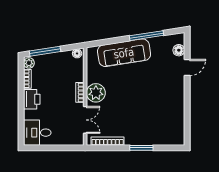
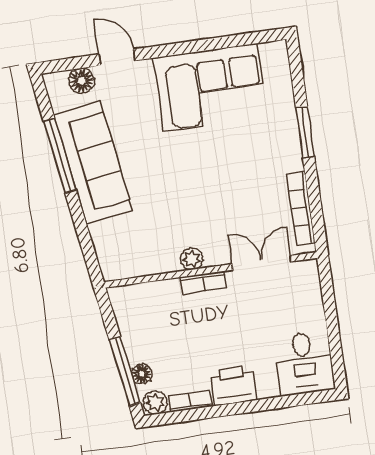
floor lamp: (77, 53) -> (142, 374), moved
sofa: (124, 53) -> (93, 162), moved
plant: (96, 93) -> (192, 259), width x0.53, depth x0.53
corner sofa: (168, 108) -> (210, 88), added

